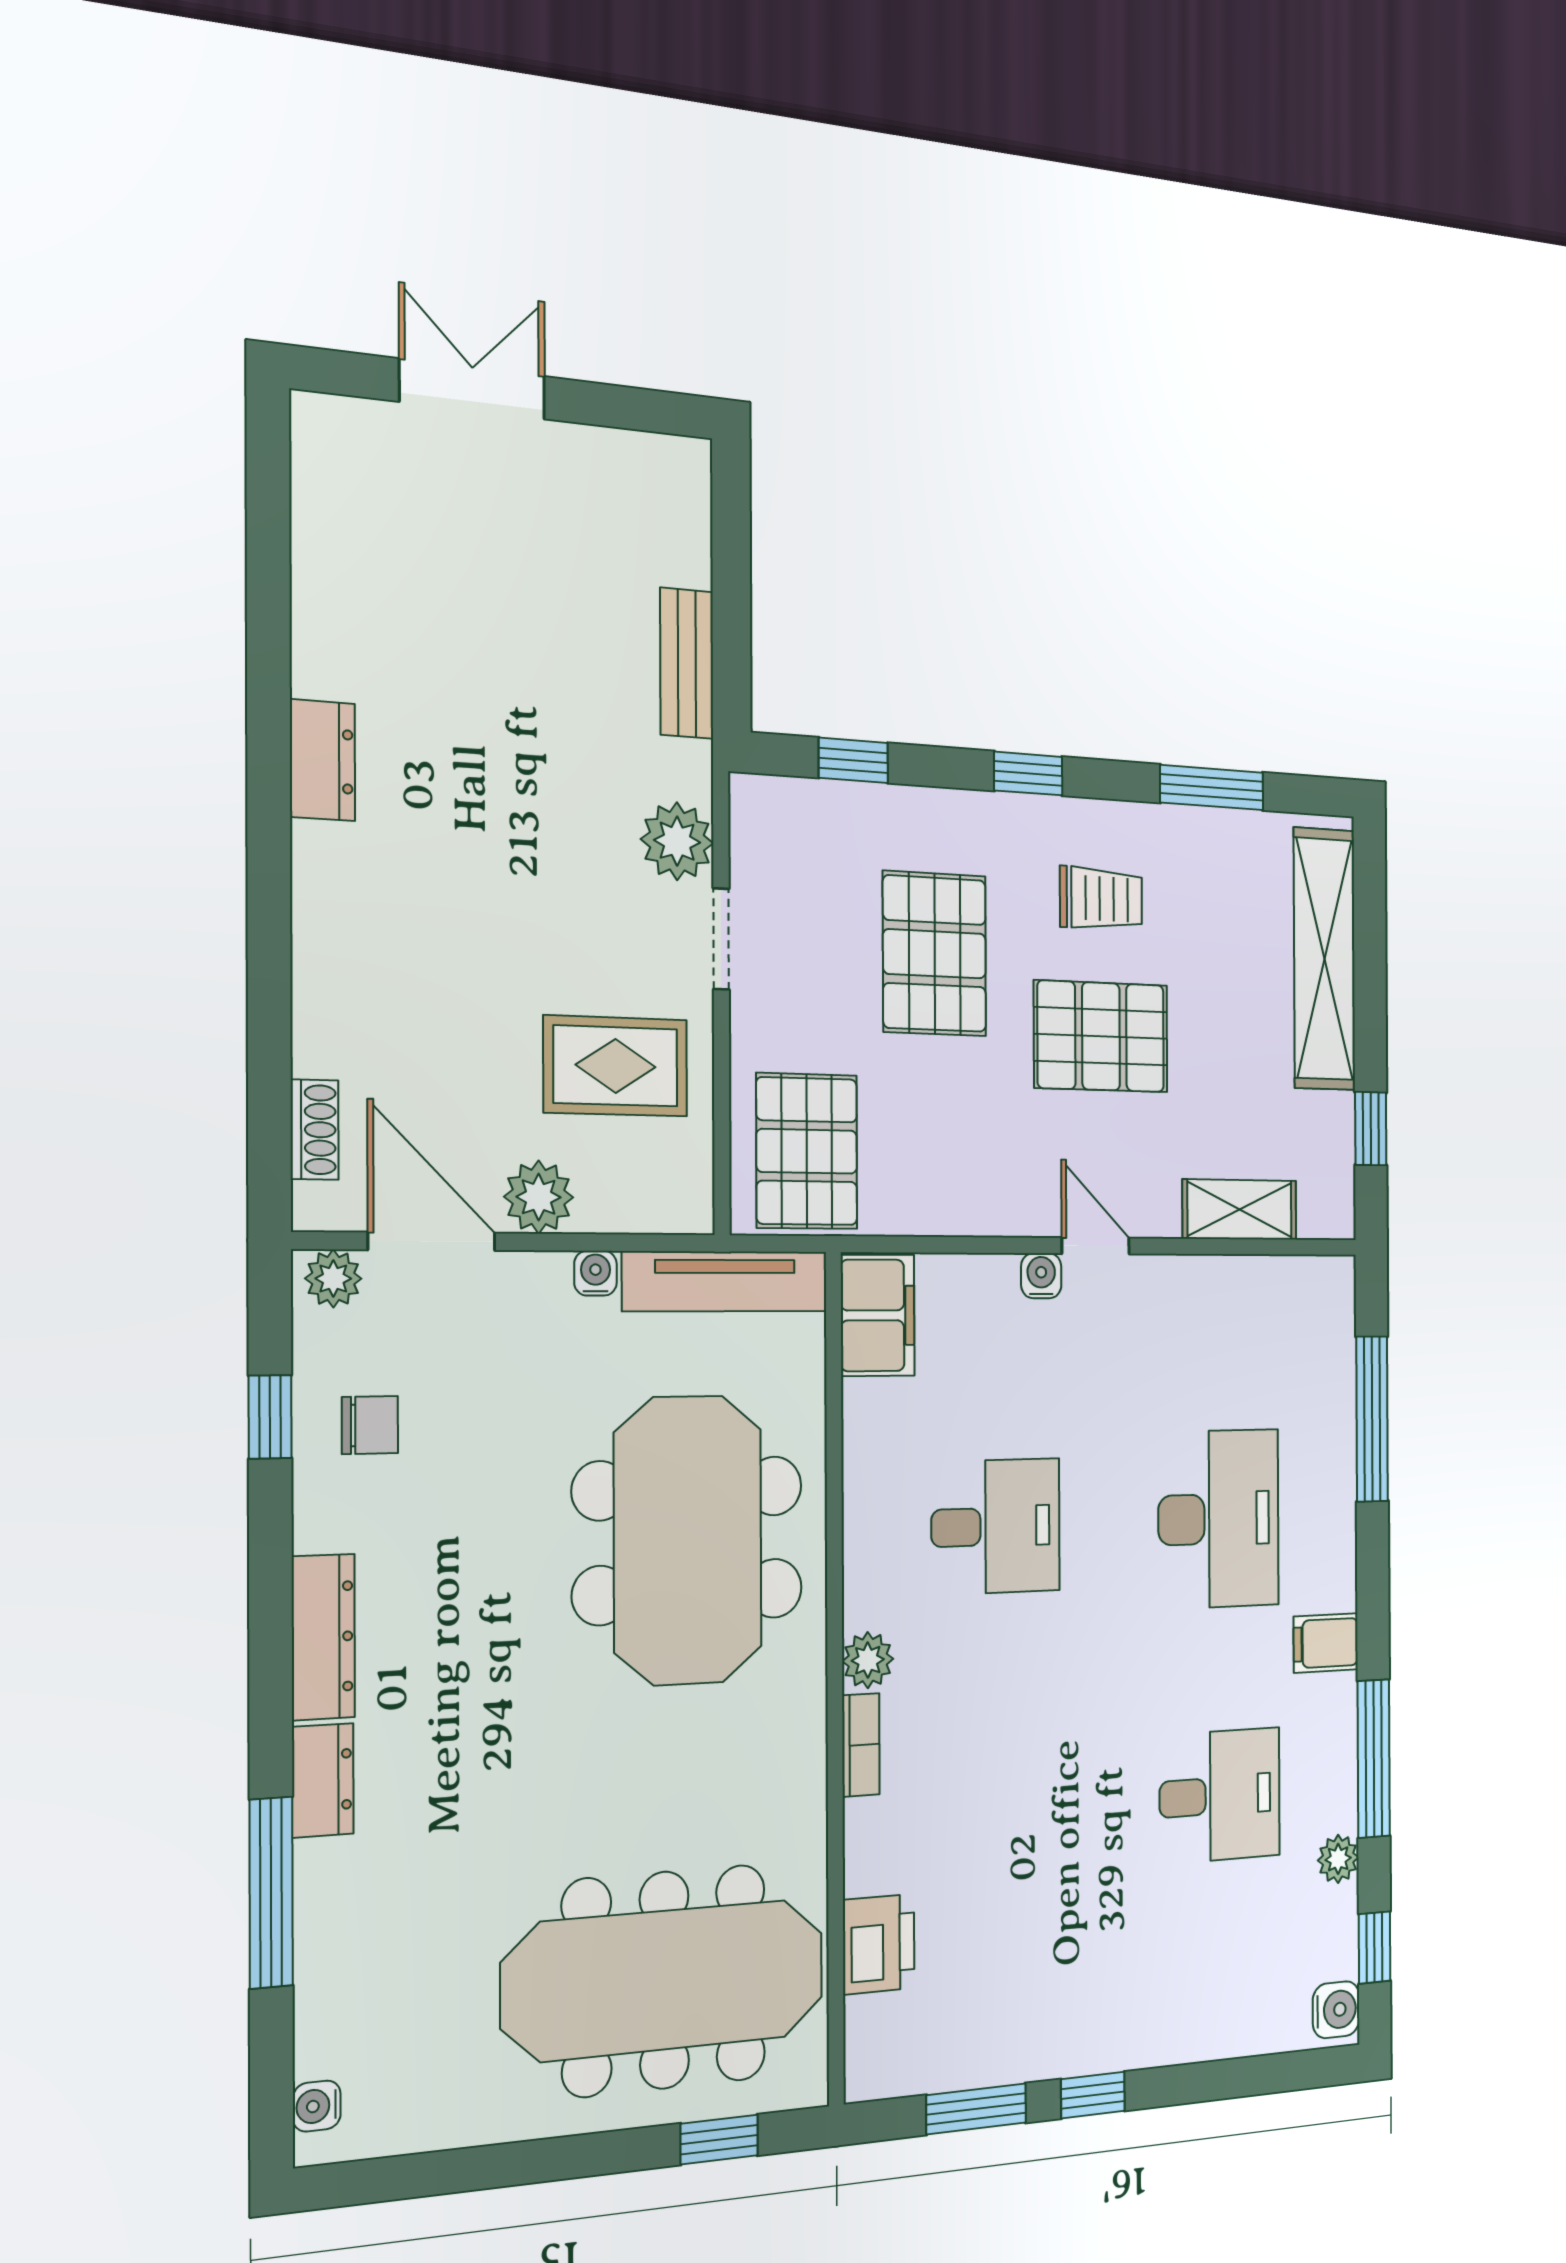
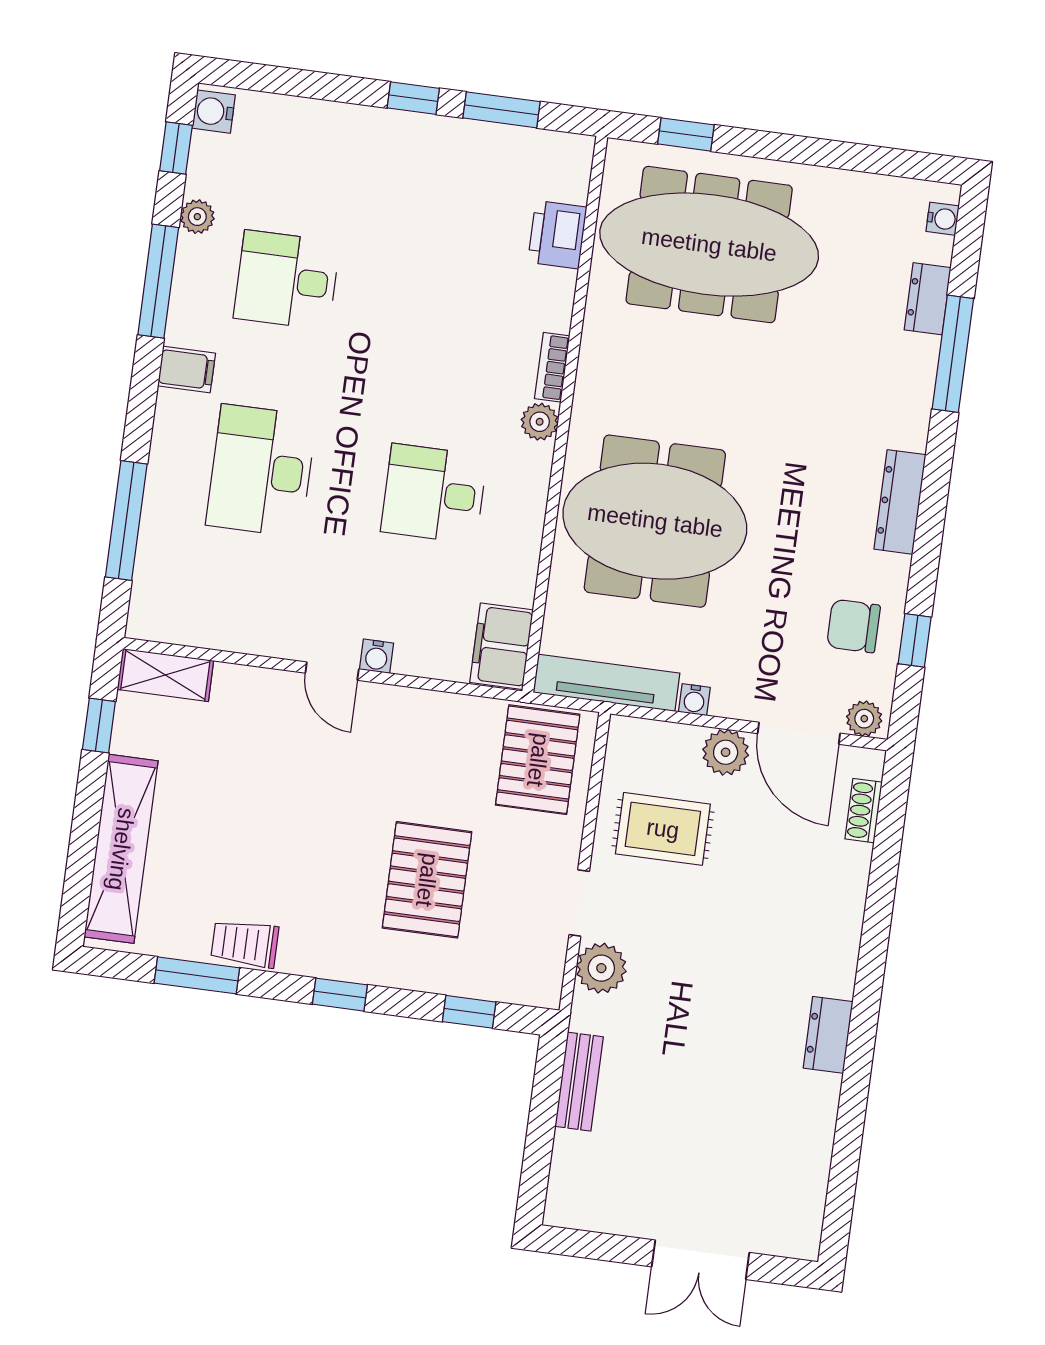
trolley: (1101, 899) -> (245, 944), moved
pallet: (1101, 1036) -> (308, 812), removed
shelving: (1240, 1210) -> (165, 675), moved
chair: (370, 1425) -> (853, 626), width x1.37, depth x1.37
meeting table: (688, 1540) -> (655, 521), turned 90
dresser: (323, 1780) -> (928, 299), moved

